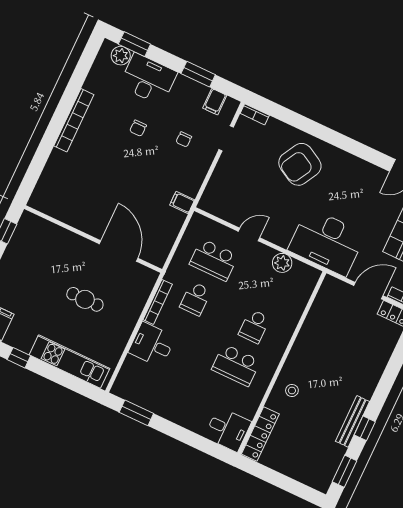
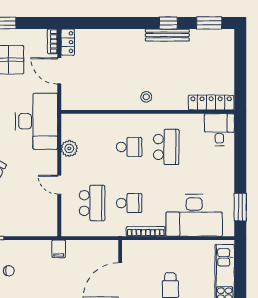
desk: (152, 345) -> (194, 215), width x1.87, depth x1.30
stool: (292, 390) -> (146, 97), moved

